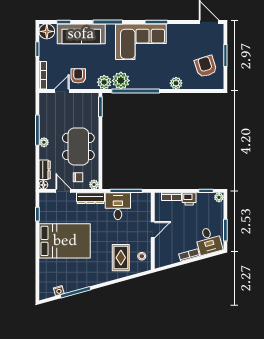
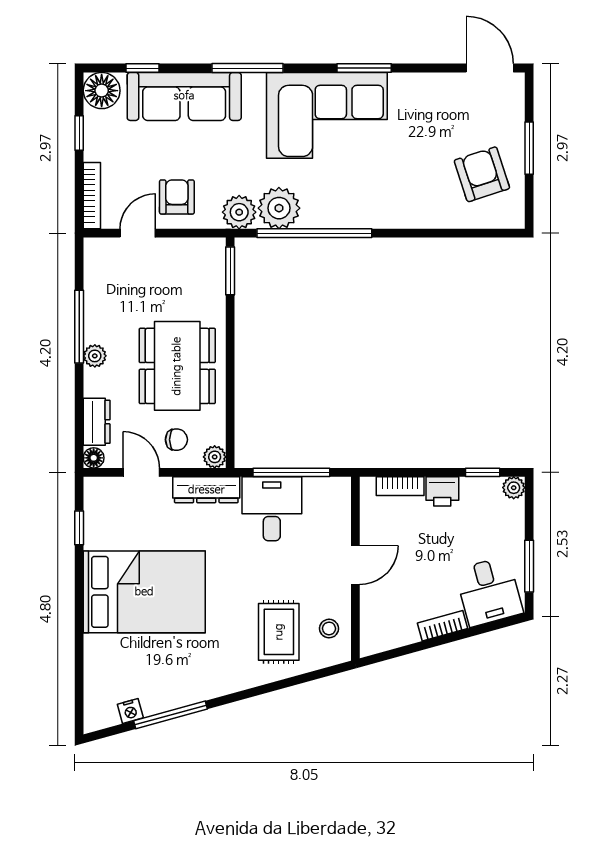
plant: (176, 83) -> (411, 214), removed

